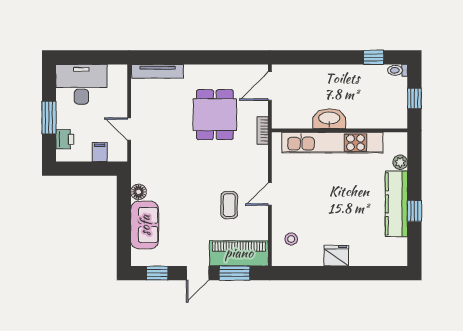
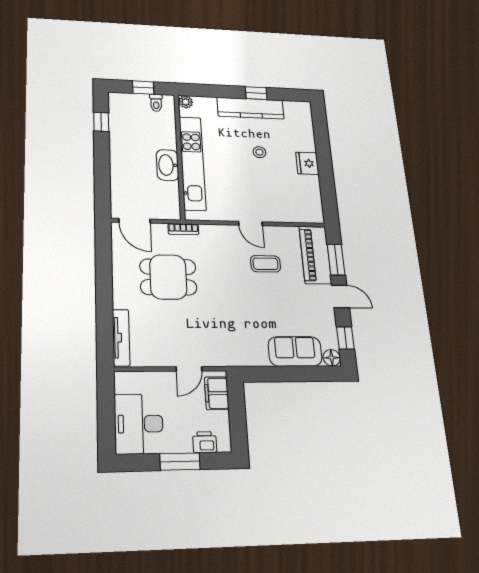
toilet: (398, 70) -> (156, 103), moved
filing cabinet: (100, 152) -> (217, 393), width x2.00
plant: (400, 162) -> (186, 102), moved
floor lamp: (139, 192) -> (332, 358), moved
stool: (291, 239) -> (259, 152), moved

